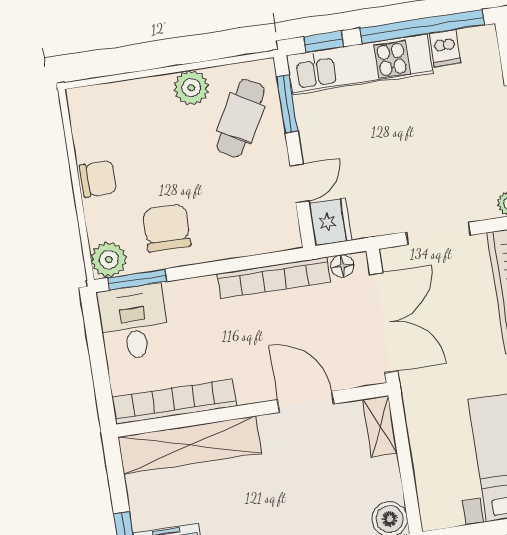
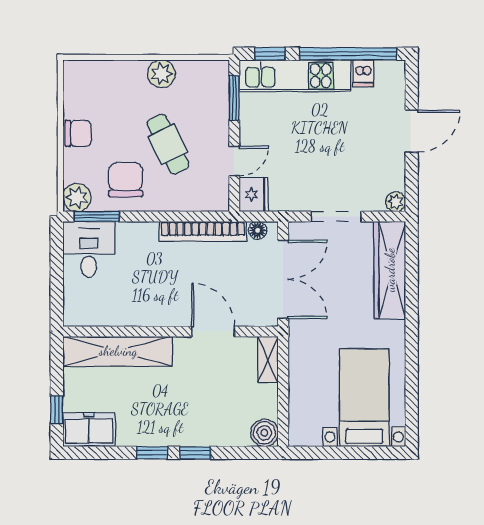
cafe table: (241, 118) -> (168, 144), moved, turned -55
bookcase: (174, 402) -> (111, 316), removed

